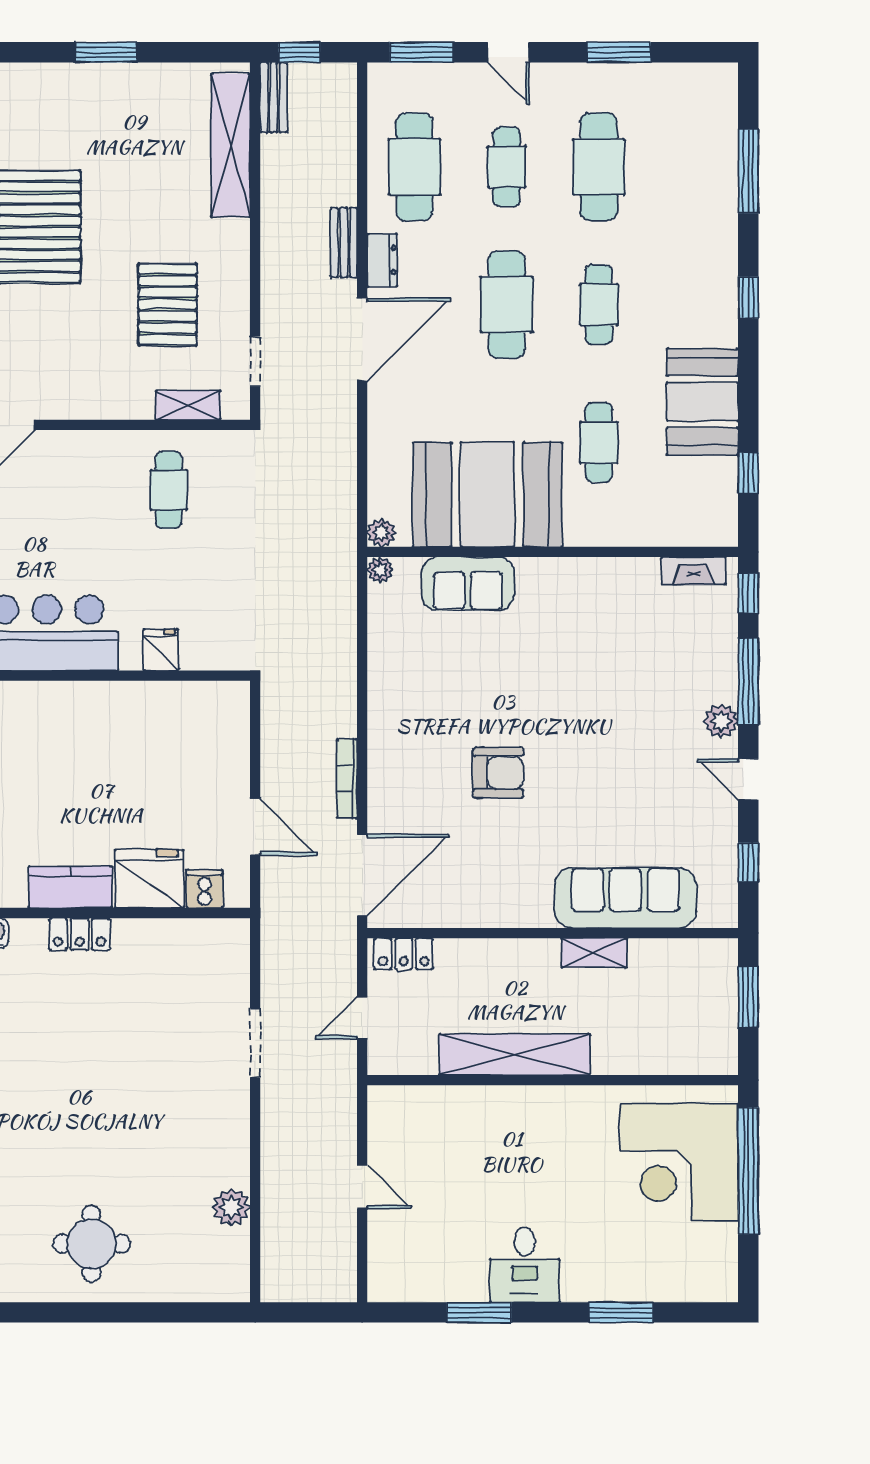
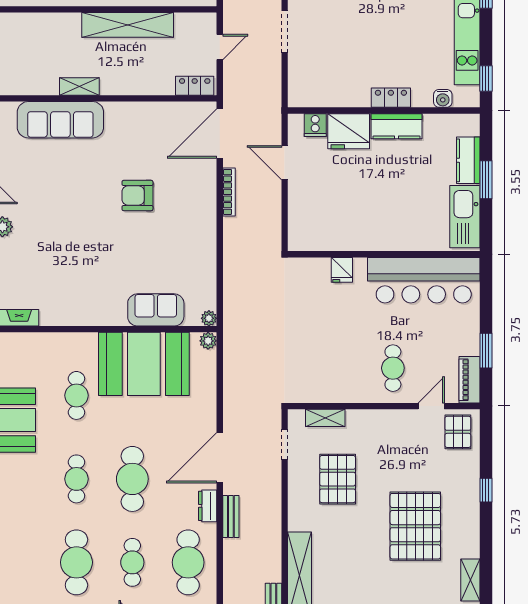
cafe table: (169, 490) -> (393, 368), moved

